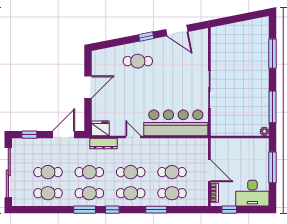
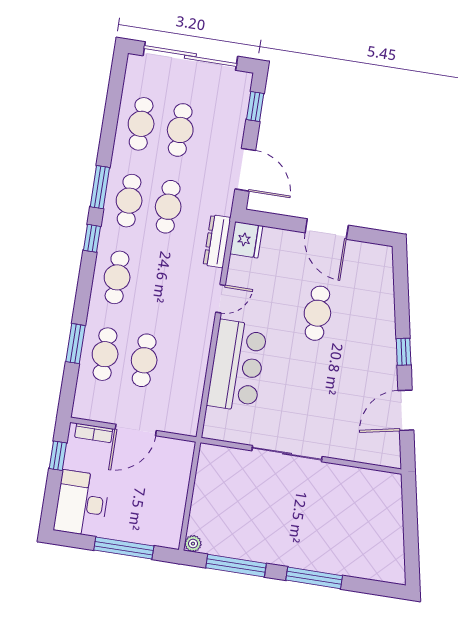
window: (272, 54) -> (314, 578), moved
cafe table: (138, 61) -> (317, 313), moved
bar counter: (176, 123) -> (237, 366), width x0.73
cafe table: (131, 172) -> (156, 283), removed
window: (156, 210) -> (75, 344), moved

